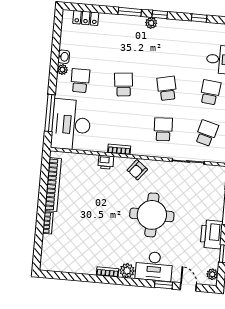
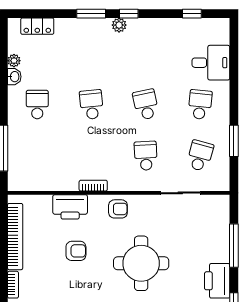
window: (199, 18) -> (192, 14), moved
plant: (62, 70) -> (14, 61), moved
desk: (71, 125) -> (31, 160), removed
printer: (106, 162) -> (70, 207), width x1.87, depth x1.48
armchair: (137, 170) -> (118, 209), turned -128
armchair: (101, 200) -> (76, 251), added

